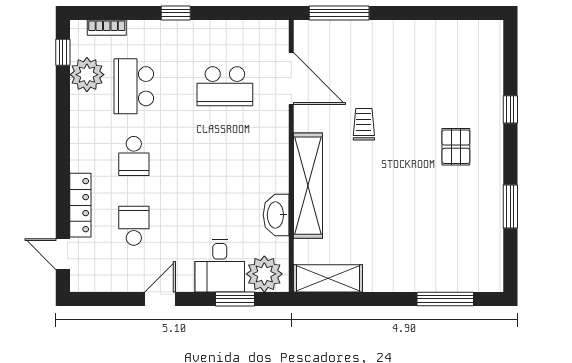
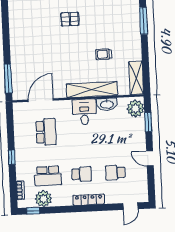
trolley: (364, 124) -> (104, 54), moved
locker: (80, 205) -> (89, 200), moved
desk: (220, 266) -> (84, 112), moved, turned -90

